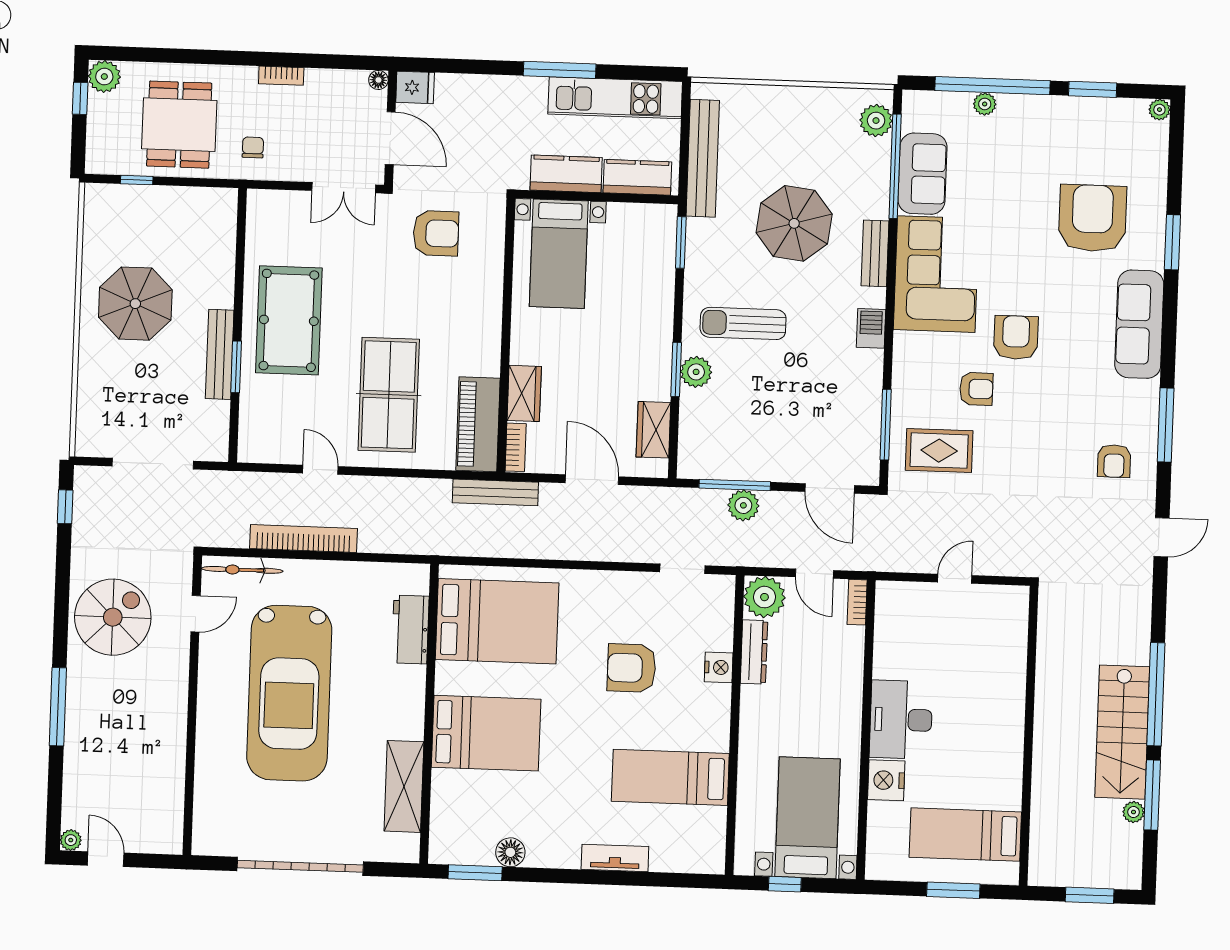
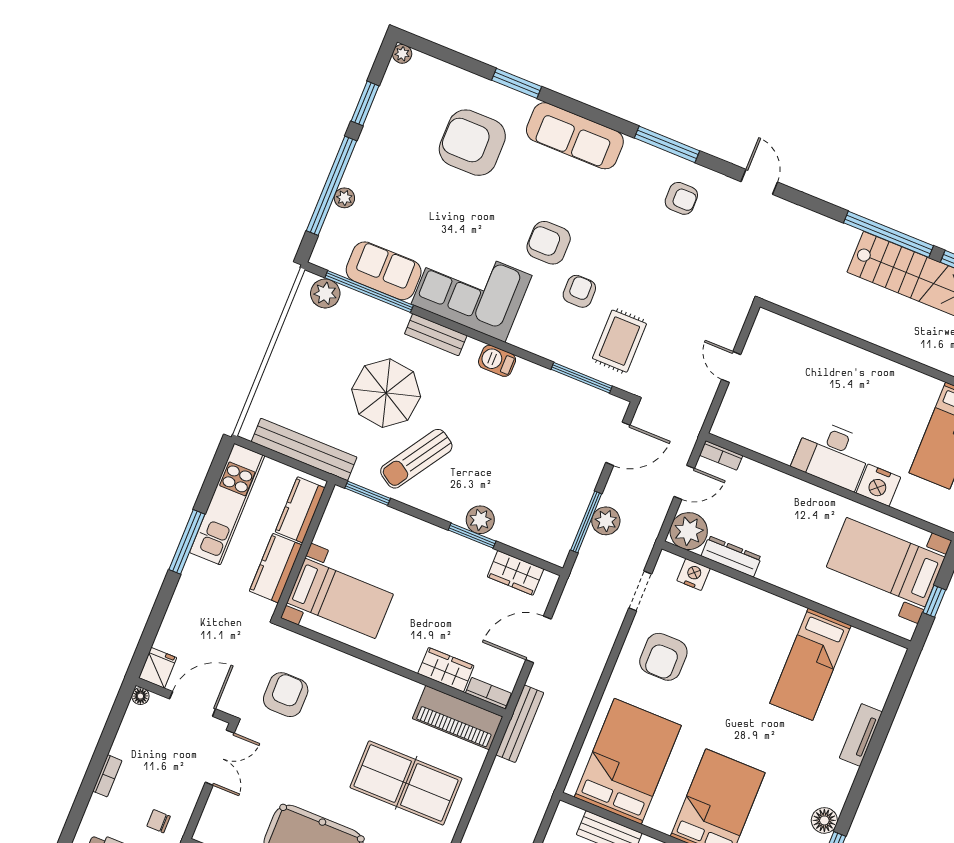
sun lounger: (743, 323) -> (416, 459), moved, turned 33
nightstand: (719, 667) -> (694, 574), moved
armchair: (632, 668) -> (663, 657), moved

